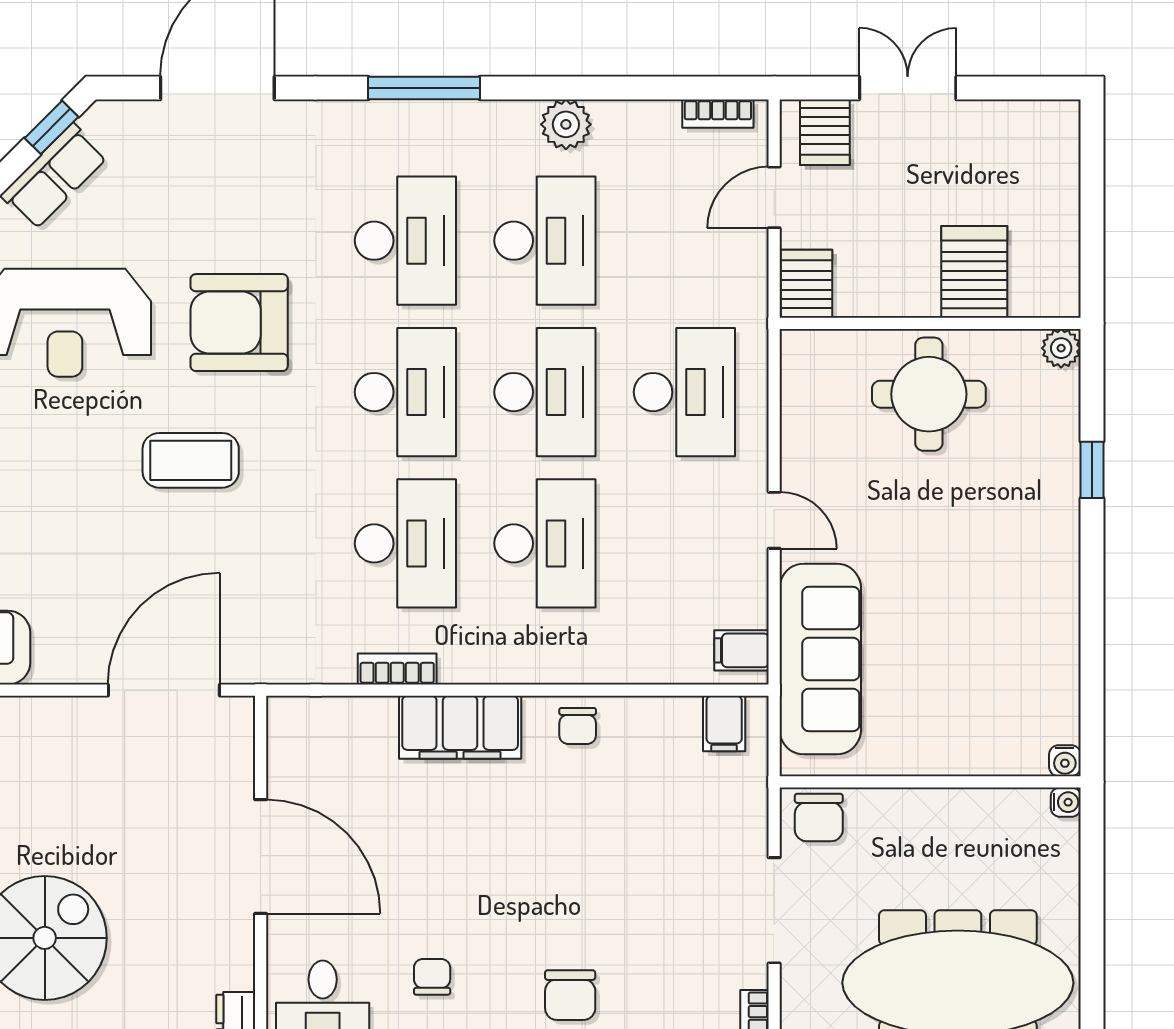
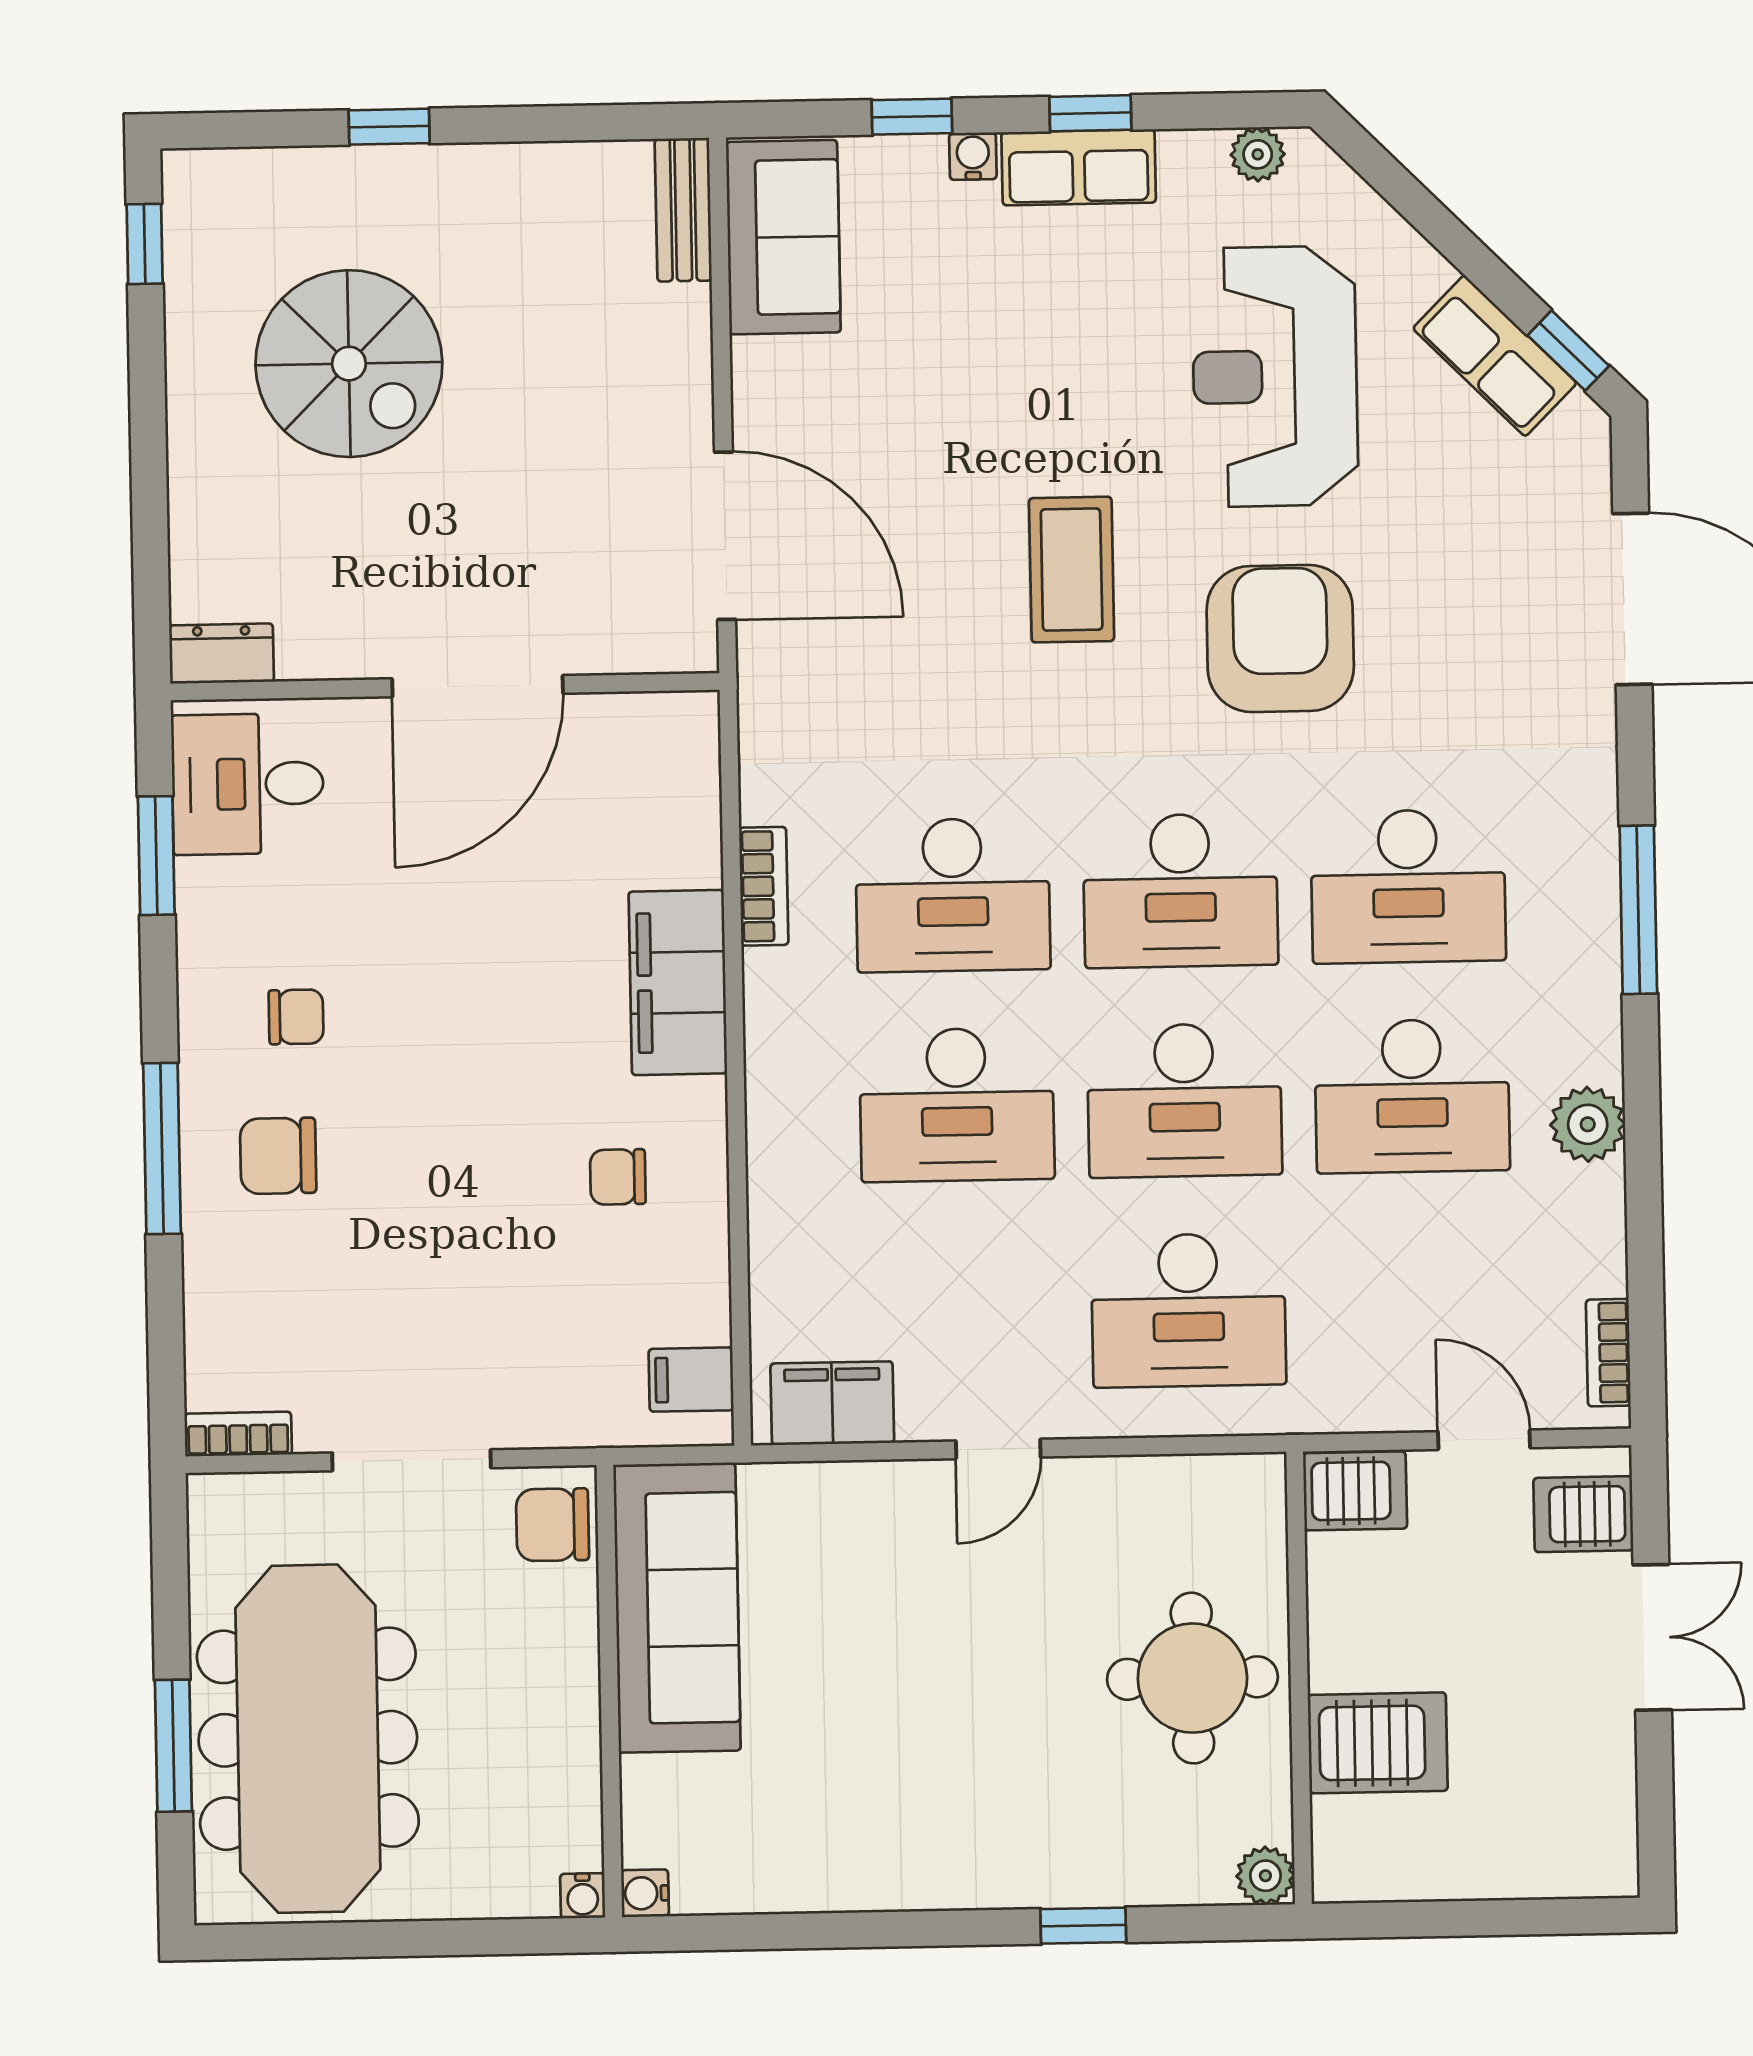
filing cabinet: (742, 650) -> (832, 1403), width x2.00
sofa: (820, 659) -> (677, 1608), moved, turned -90
chair: (578, 726) -> (618, 1177), moved
chair: (432, 977) -> (296, 1017), moved

